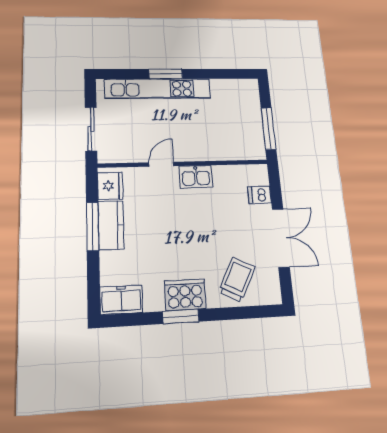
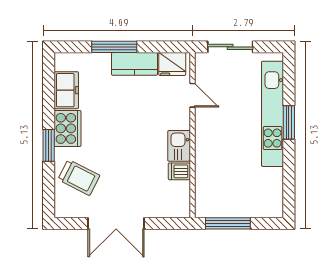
door: (161, 164) -> (192, 95), moved
dishwasher: (259, 195) -> (179, 171), moved, turned -90
window: (93, 227) -> (114, 47), moved
freezer: (121, 300) -> (66, 90), moved
window: (181, 316) -> (49, 145), moved

